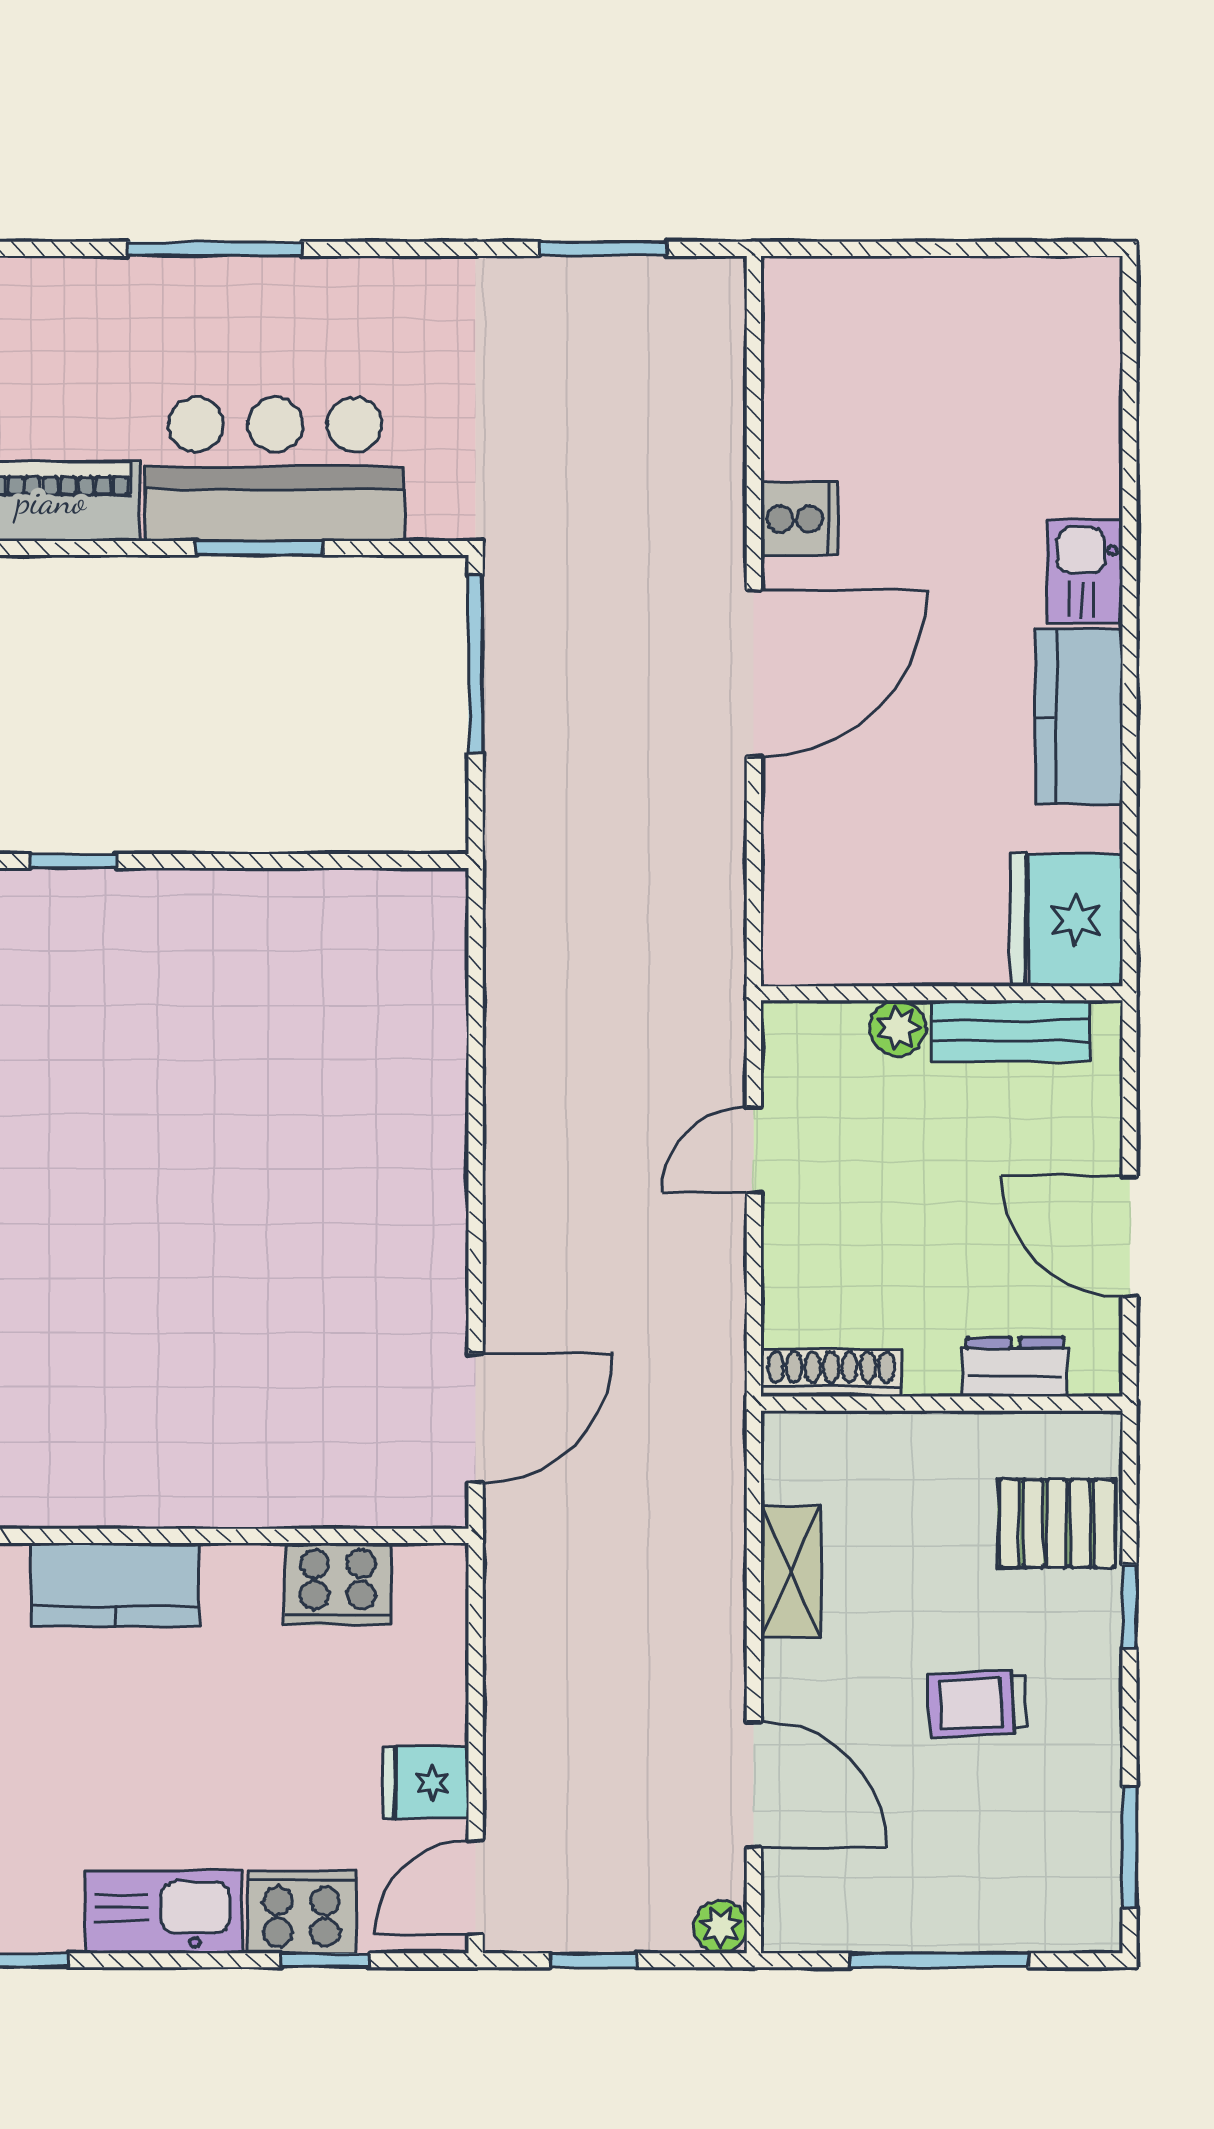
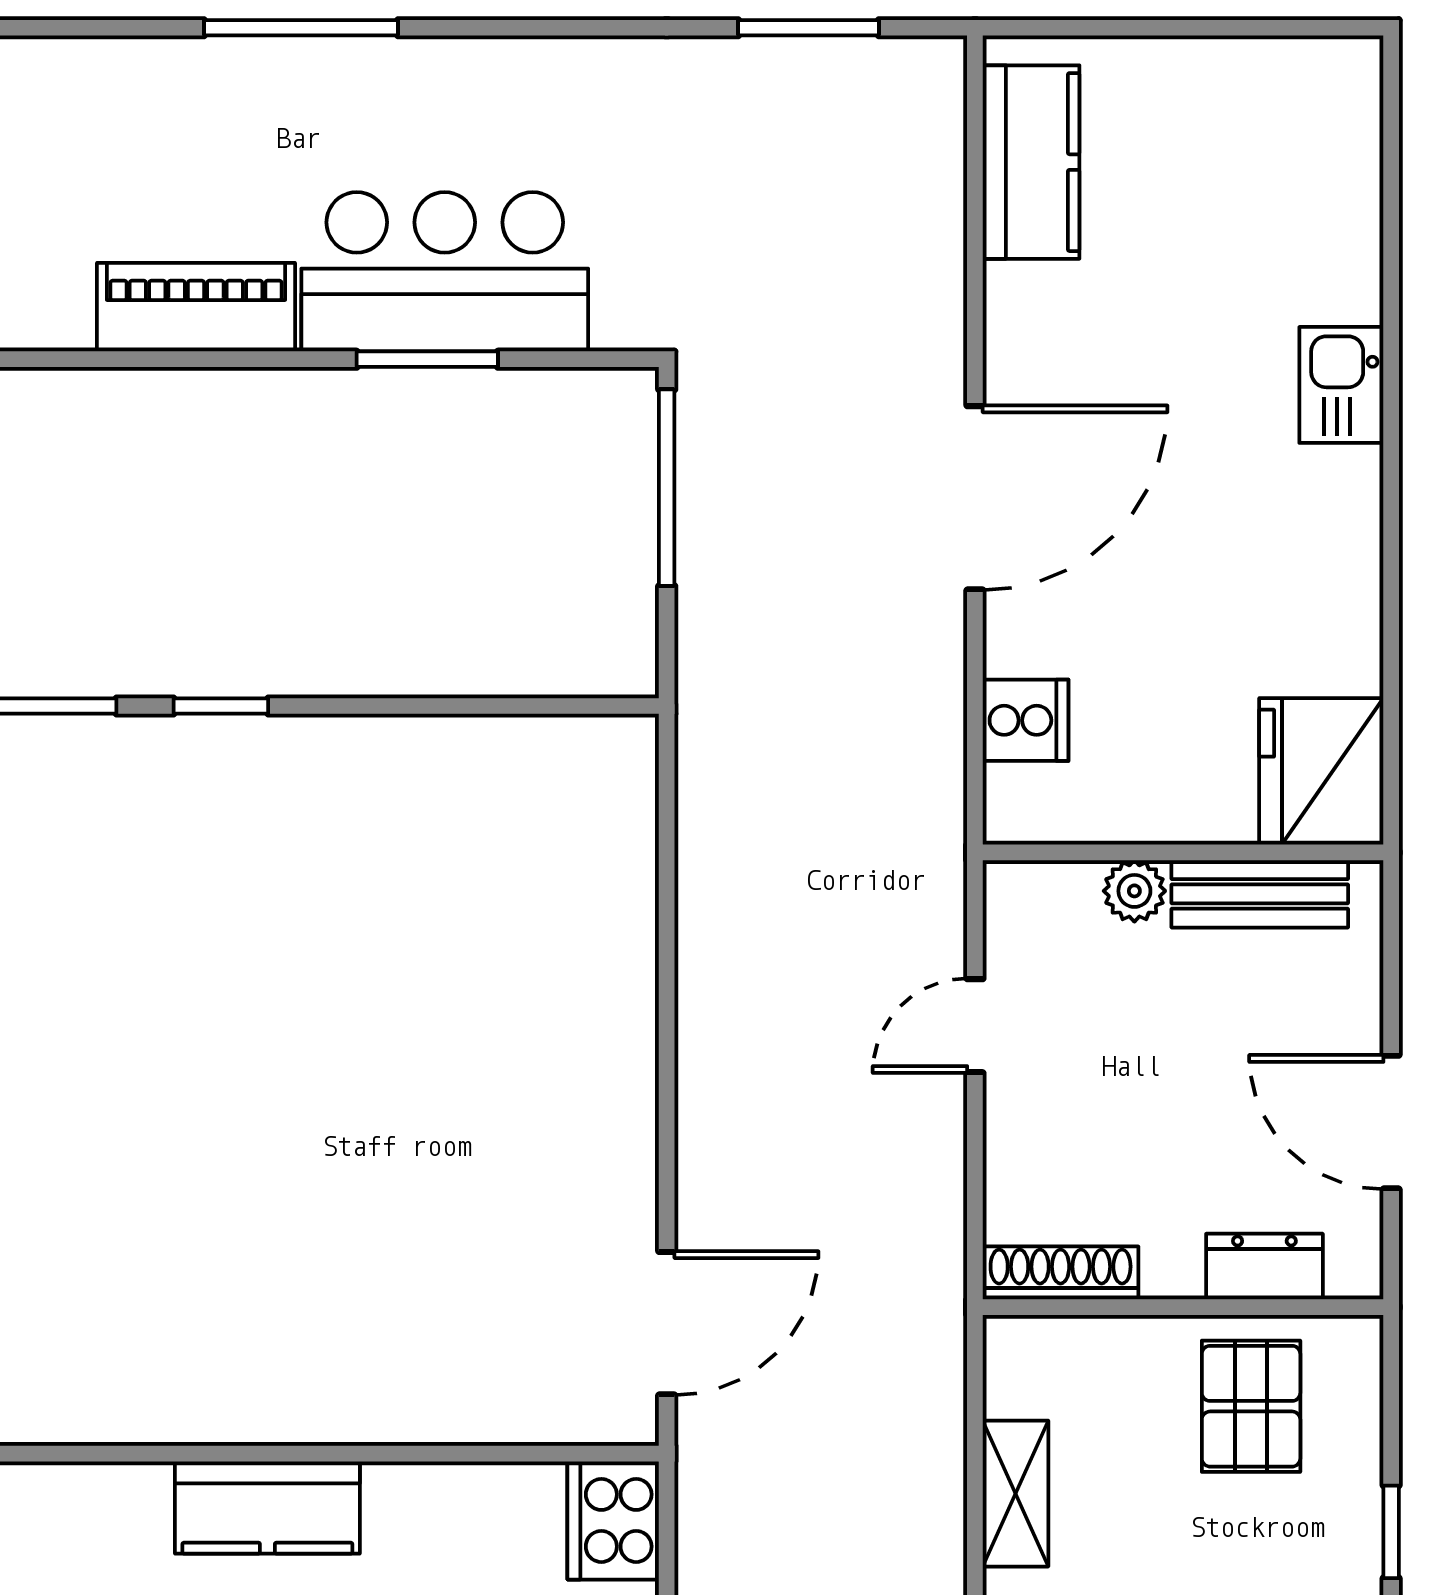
window: (215, 249) -> (301, 28), moved
cooker: (800, 519) -> (1026, 720), moved
kitchen counter: (1079, 716) -> (1031, 162), moved, turned 180
pallet: (1057, 1523) -> (1251, 1406), moved, turned 90
cooker: (338, 1584) -> (613, 1520), moved, turned 90

